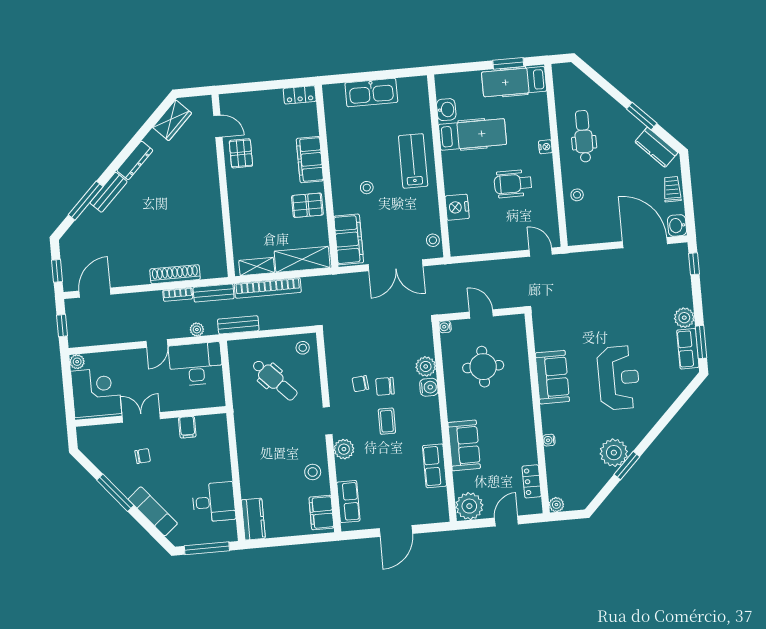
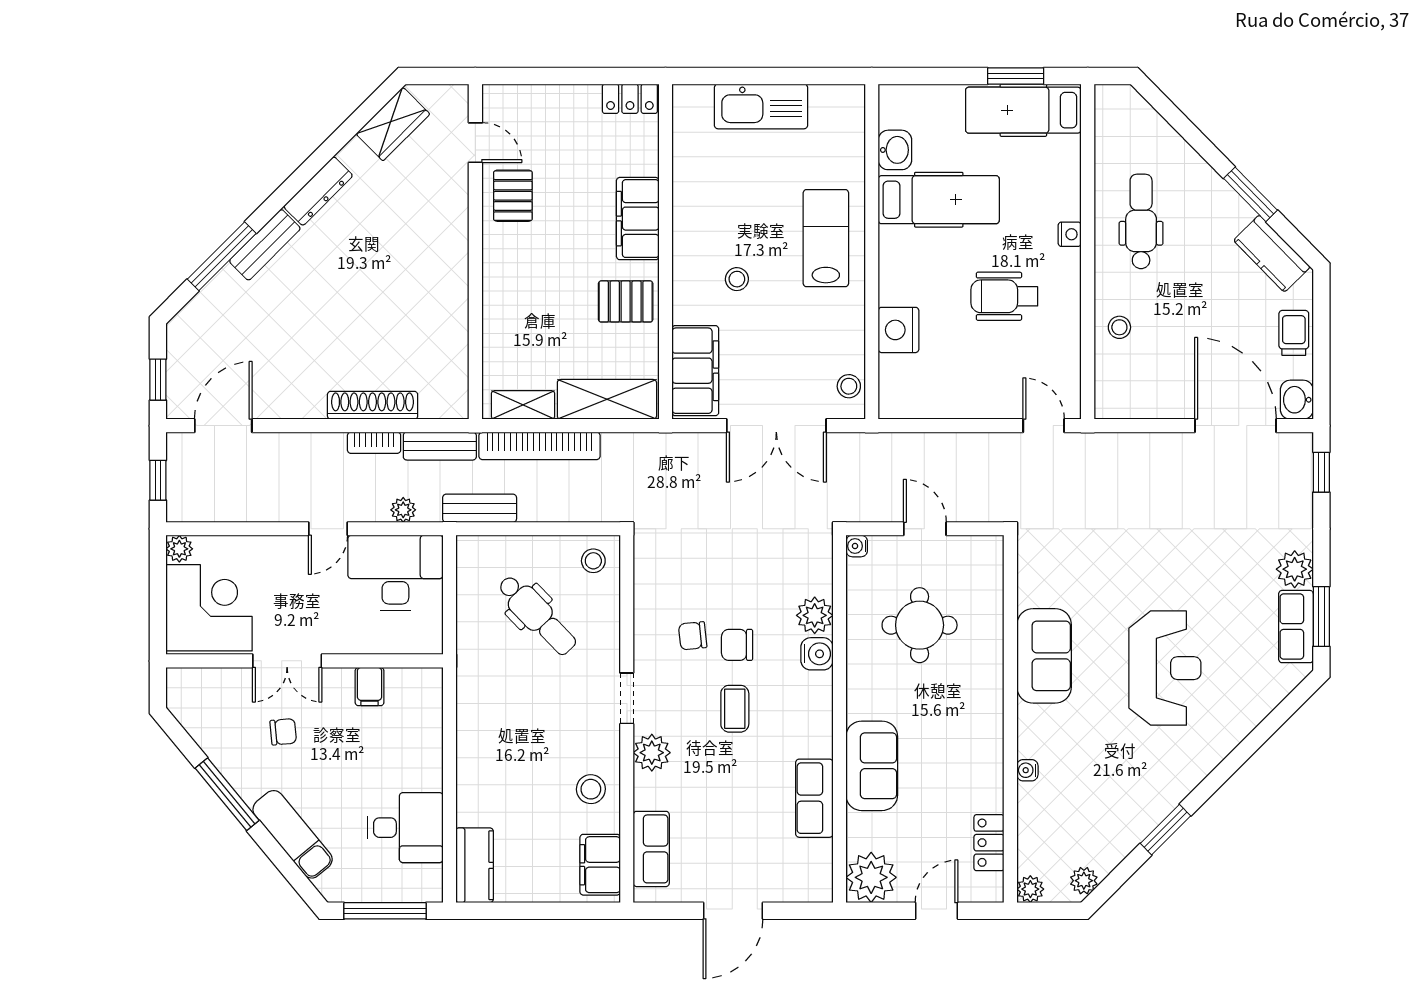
double door: (141, 417) -> (287, 661), swing flipped
plant: (614, 453) -> (1084, 881), moved, width x0.53, depth x0.53

